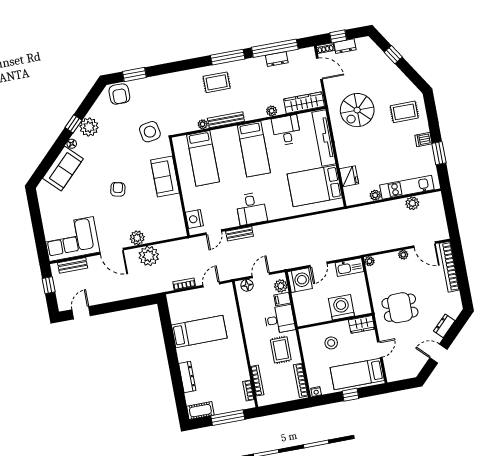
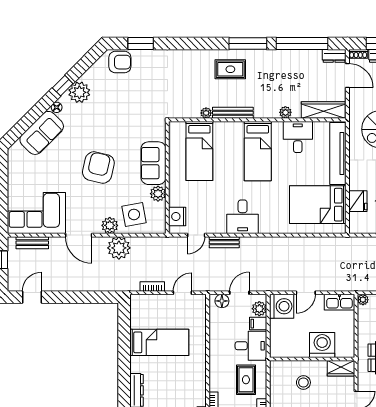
dresser: (277, 59) -> (334, 56), moved
armchair: (119, 94) -> (120, 62), turned -90
side table: (150, 132) -> (134, 214), moved
armchair: (118, 189) -> (98, 168), width x1.88, depth x1.88
plant: (174, 202) -> (158, 194), added

